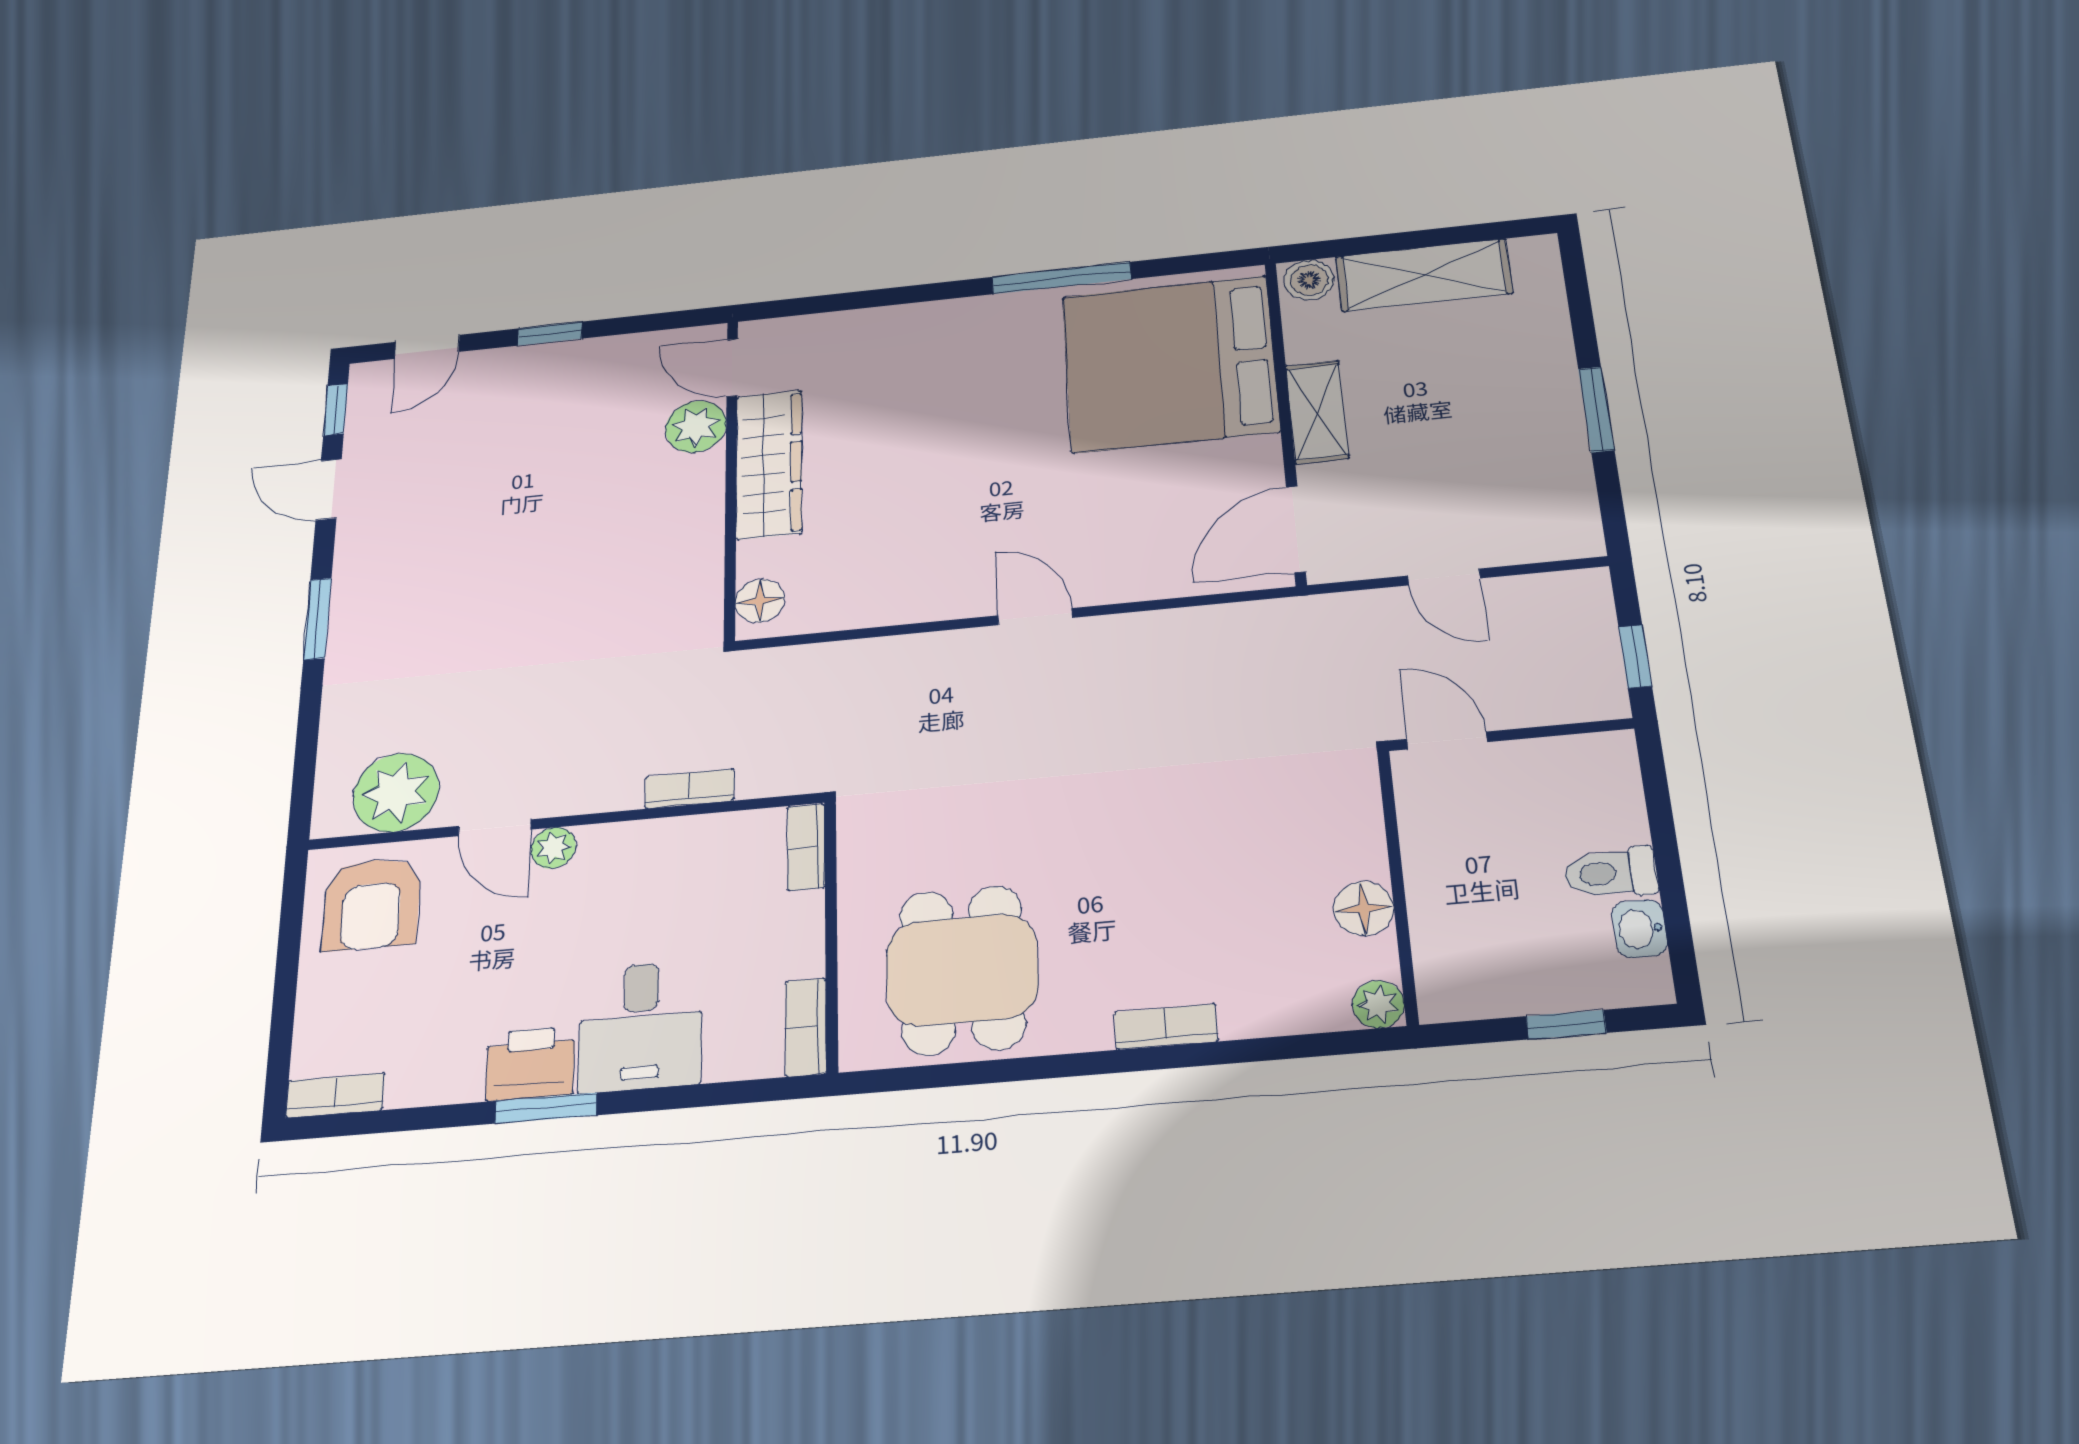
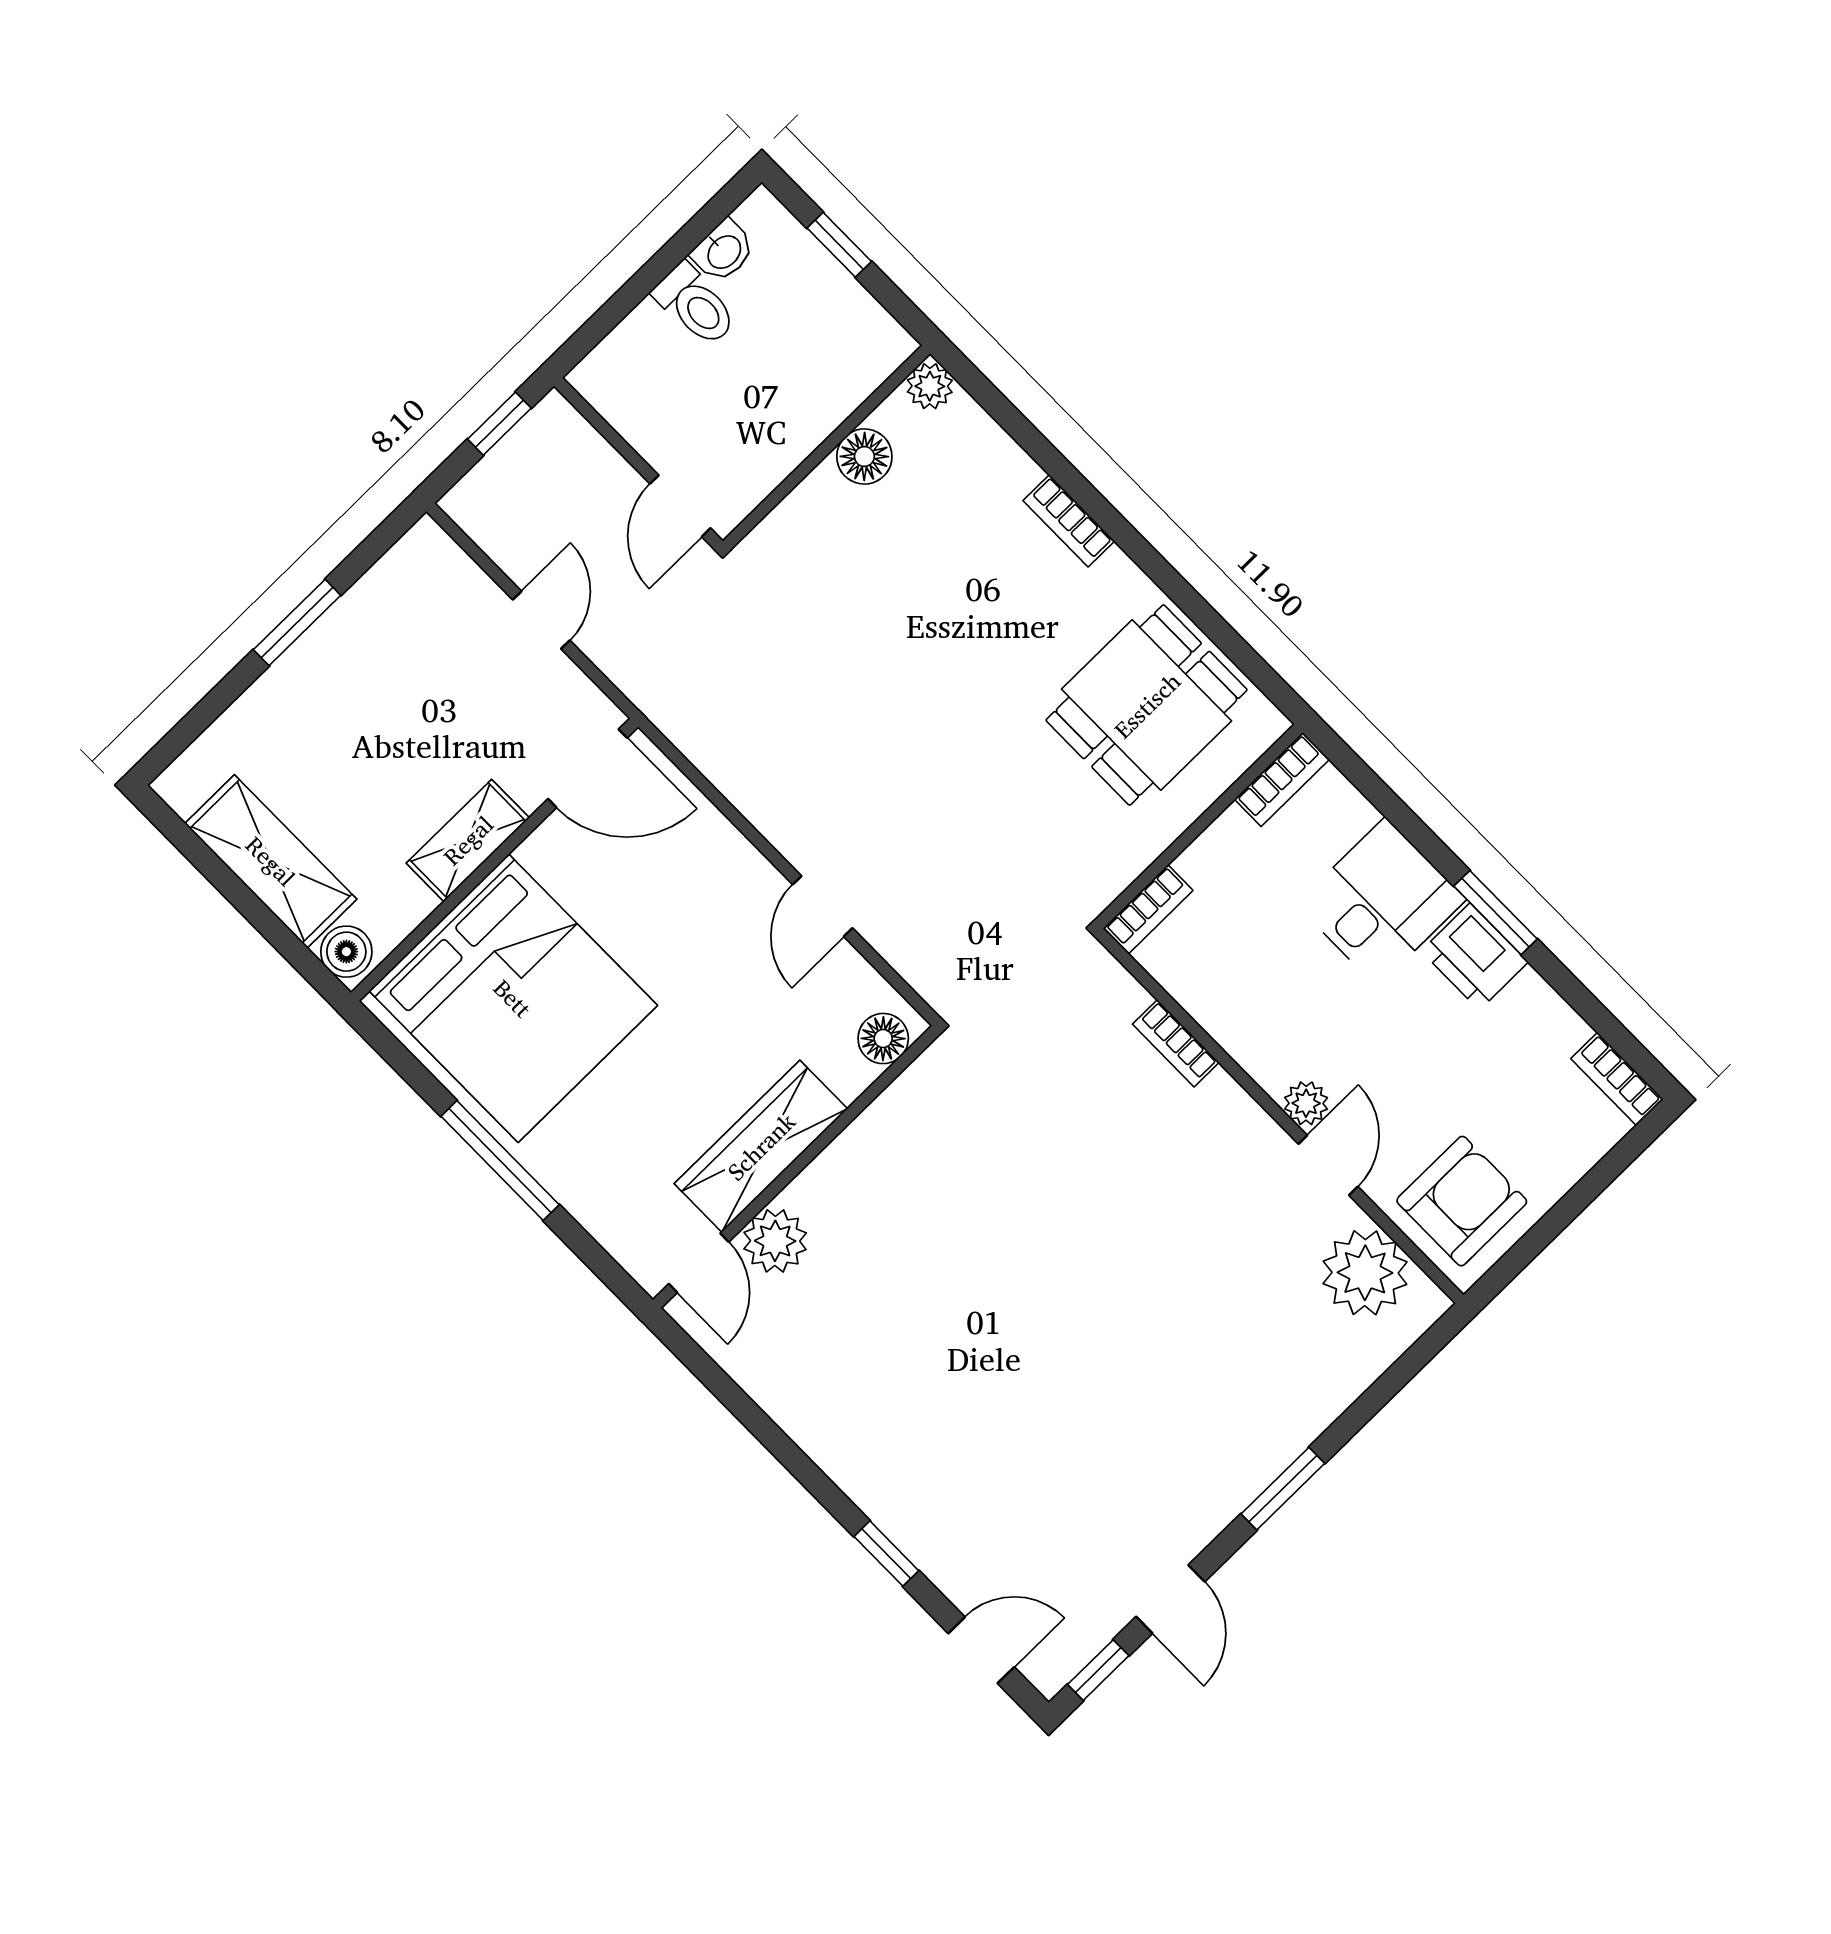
door: (732, 368) -> (699, 1263), moved
plant: (696, 427) -> (775, 1241), moved
wardrobe: (769, 464) -> (761, 1146), moved
wall: (731, 477) -> (796, 1167), moved
floor lamp: (760, 601) -> (883, 1039), moved

